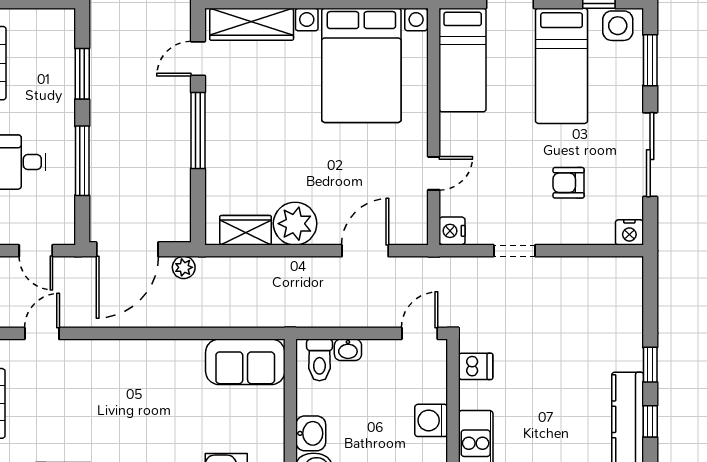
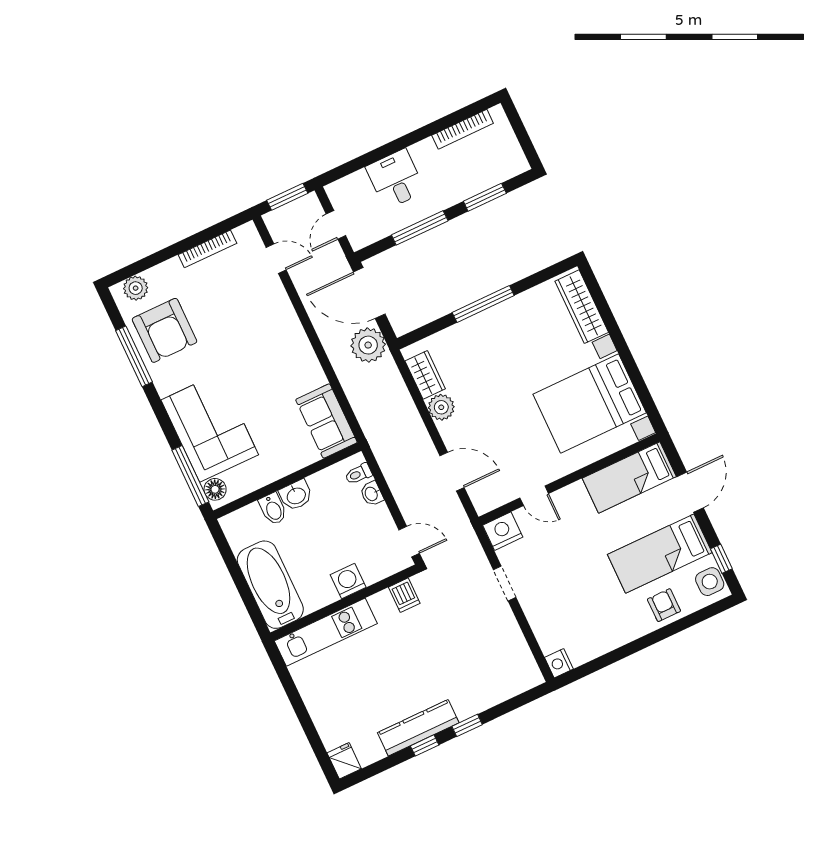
door: (198, 59) -> (537, 279), removed
window: (650, 60) -> (695, 618), removed
sliding door: (650, 155) -> (624, 651), removed
armchair: (569, 183) -> (664, 605), moved
plant: (295, 224) -> (441, 407), width x0.73, depth x0.73
nightstand: (452, 231) -> (503, 531), width x1.36, depth x1.33
plant: (184, 267) -> (368, 345), width x1.87, depth x1.87
toilet: (319, 360) -> (358, 474), width x0.73, depth x0.72

